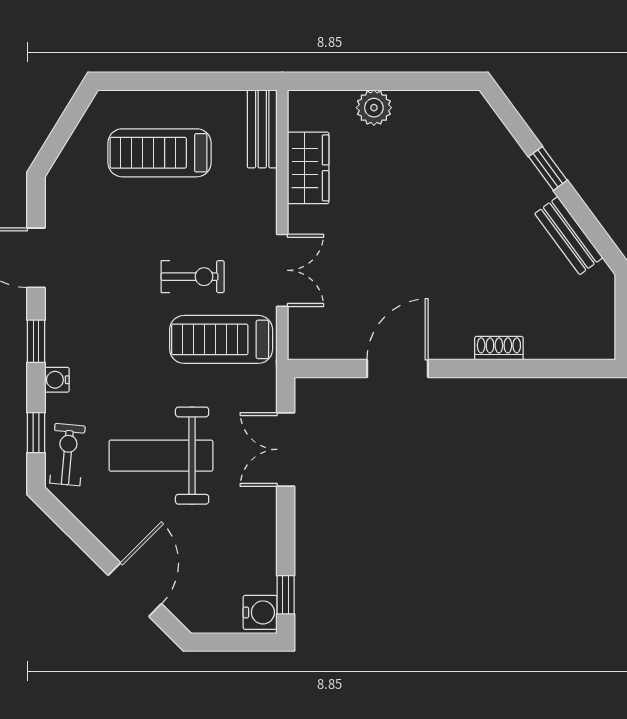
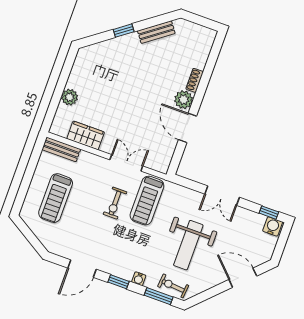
exercise bike: (193, 277) -> (115, 203), turned 180
plant: (452, 340) -> (184, 100), added
window: (36, 433) -> (159, 296), width x1.50
double door: (286, 449) -> (222, 196), moved

